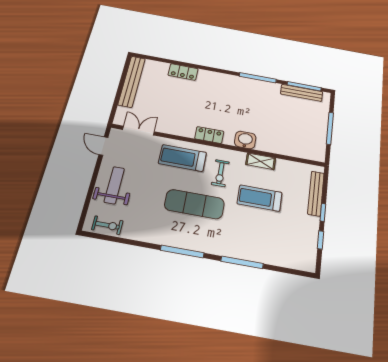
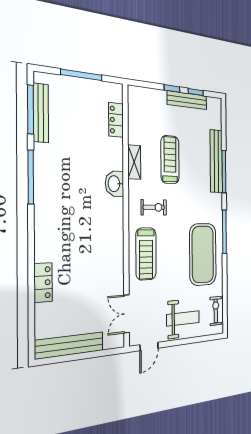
locker: (209, 135) -> (116, 120), moved
weight bench: (114, 185) -> (183, 318), turned 180
bench: (316, 193) -> (187, 100), moved
treadmill: (260, 198) -> (170, 160), turned 180
exercise mat: (194, 204) -> (203, 254), moved, width x1.47
bench: (253, 254) -> (216, 161), added

